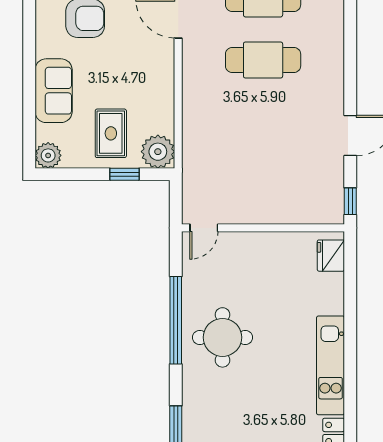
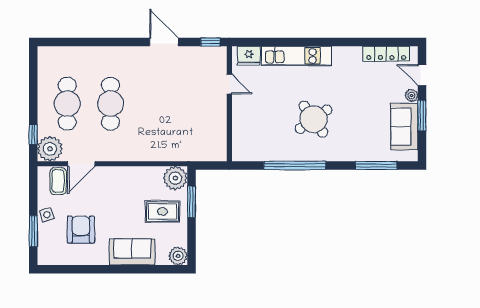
window: (124, 174) -> (191, 202), width x1.50
door: (204, 228) -> (229, 84), moved
round table: (222, 337) -> (313, 119), moved, turned -35
kitchen unit: (331, 365) -> (296, 56), moved

